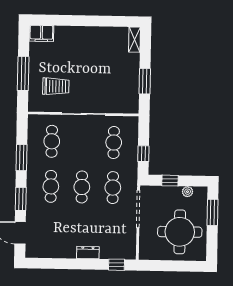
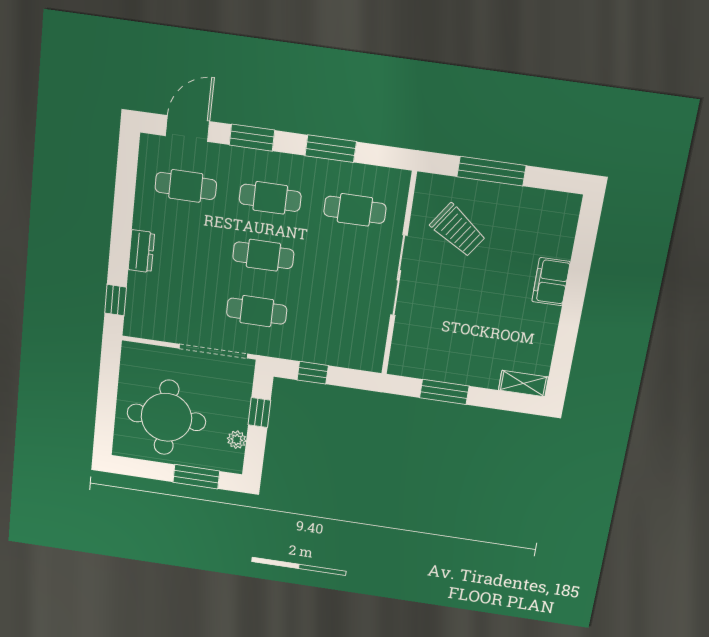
filing cabinet: (41, 33) -> (551, 282), moved
trolley: (56, 86) -> (458, 230), turned -55
cafe table: (114, 143) -> (186, 186), moved

